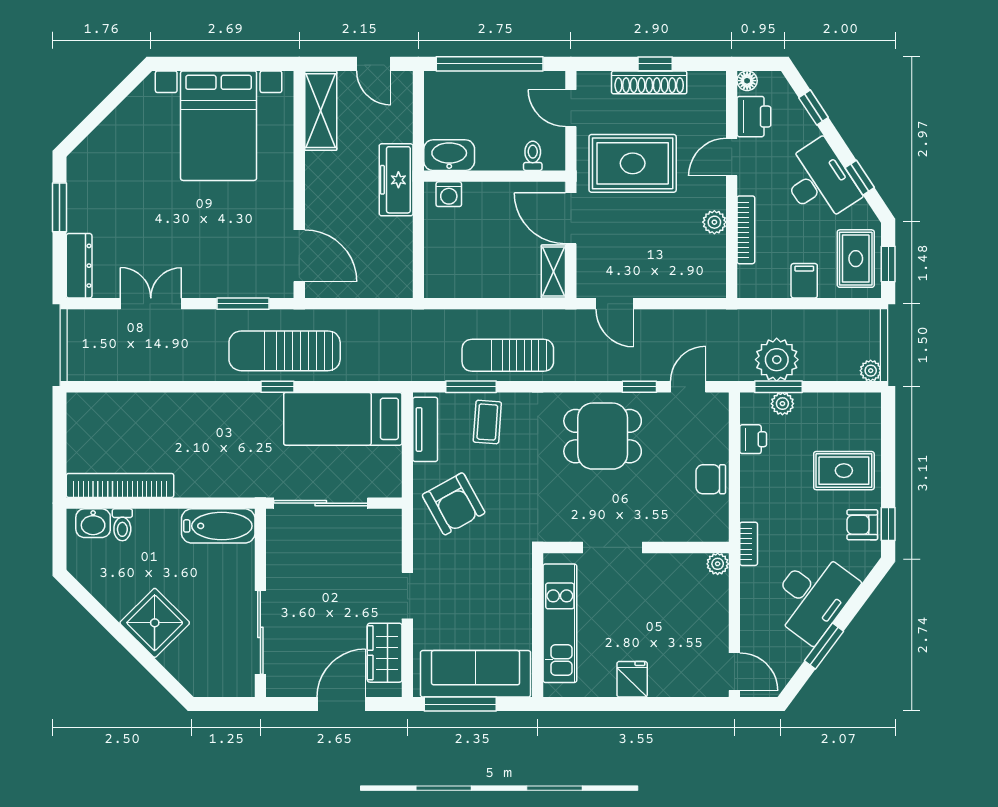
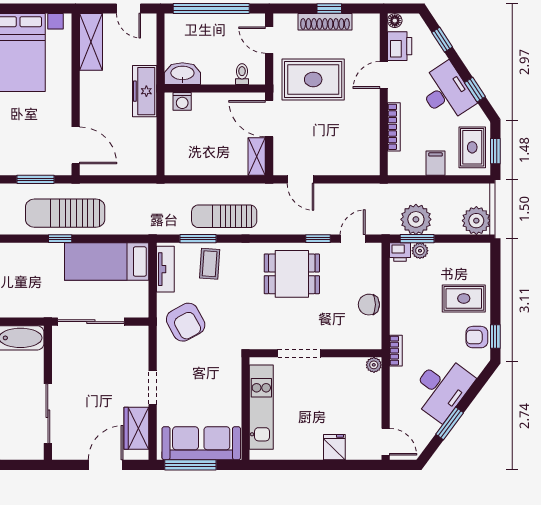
plant: (714, 222) -> (371, 121), removed
plant: (871, 371) -> (476, 221), width x1.88, depth x1.88
printer: (753, 439) -> (400, 252), moved, turned 90
fridge: (632, 679) -> (334, 447), moved

